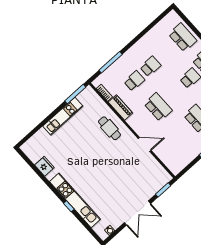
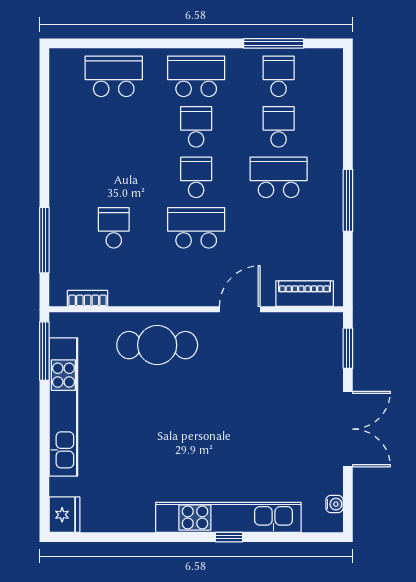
school desk: (150, 66) -> (196, 177), moved
piano: (120, 108) -> (305, 294), moved
kitchen unit: (63, 116) -> (63, 407), width x1.36
cafe table: (109, 128) -> (157, 345), width x1.37, depth x1.35
fridge: (44, 166) -> (64, 515), moved, turned 90

